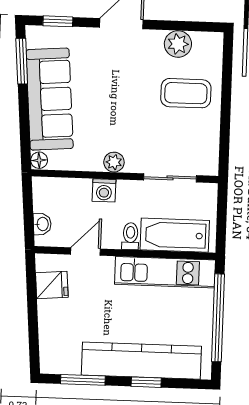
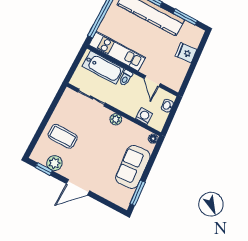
window: (58, 21) -> (44, 169), moved
sofa: (50, 99) -> (133, 167), width x0.73
washing machine: (104, 190) -> (144, 116), moved
door: (86, 252) -> (152, 81), hinge flipped
fridge: (52, 285) -> (186, 53), moved

